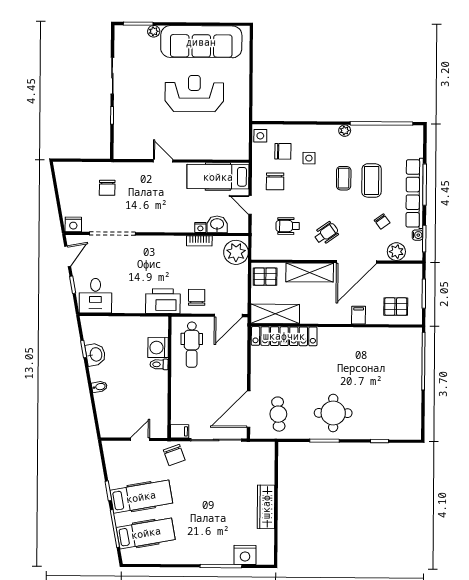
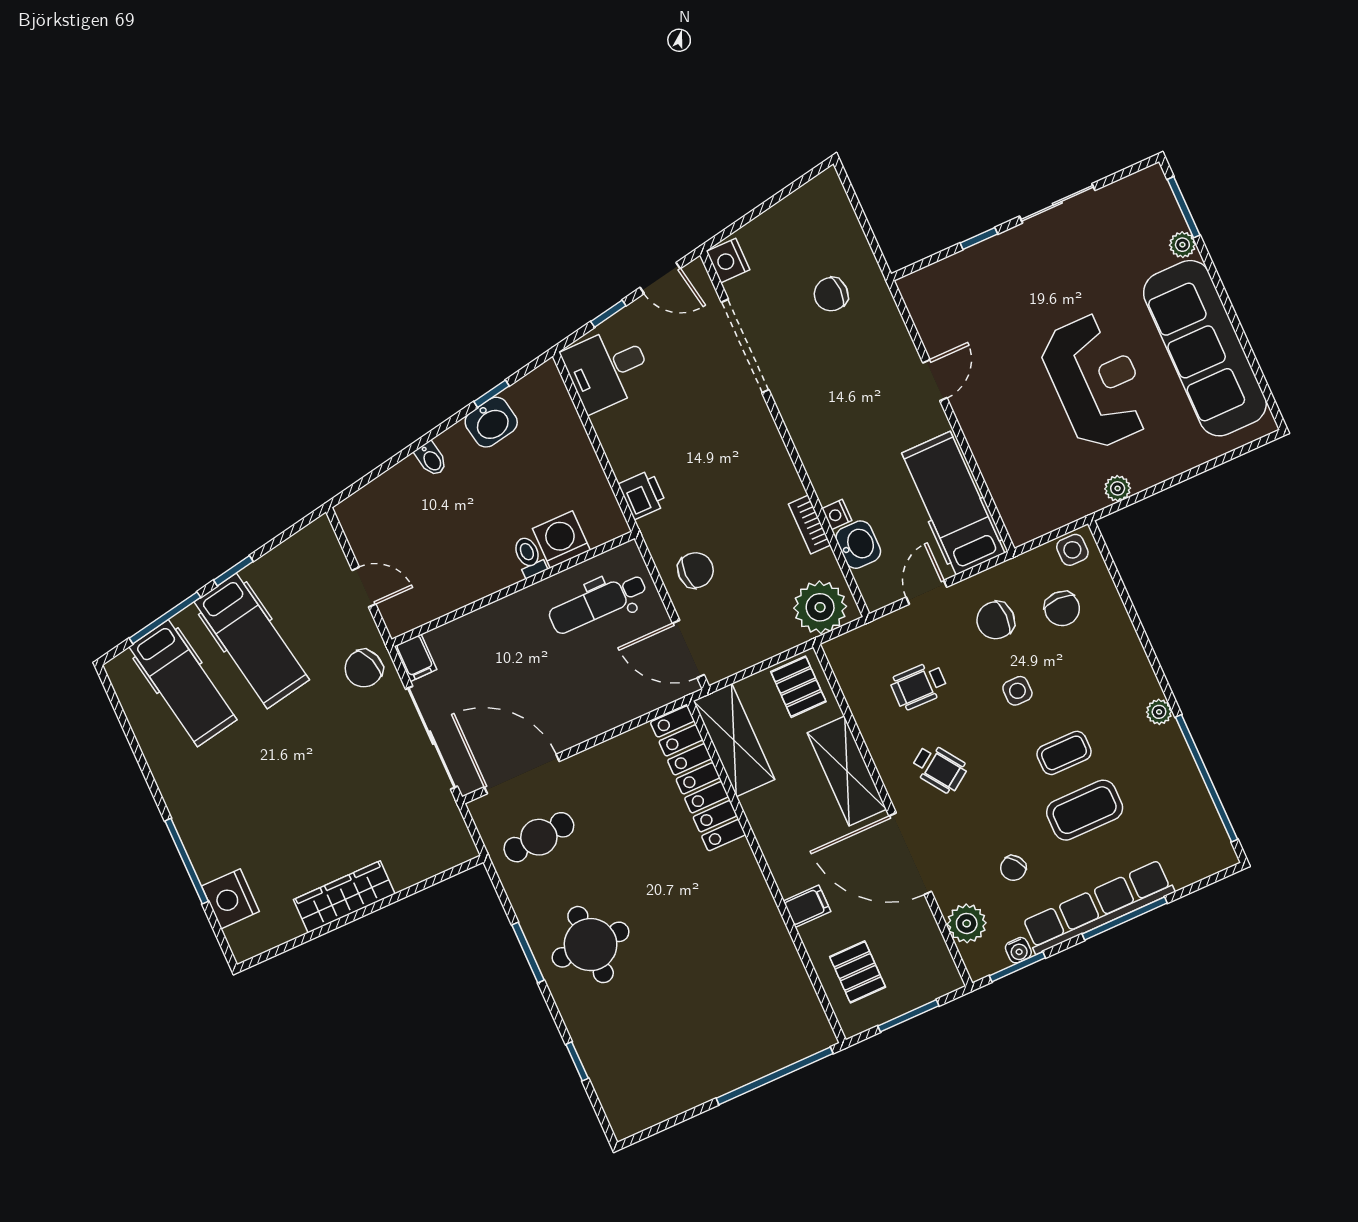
plant: (243, 105) -> (1118, 488), added
side table: (309, 158) -> (1017, 691), moved
wheelchair: (288, 226) -> (919, 686), turned -89
printer: (163, 301) -> (643, 495), width x0.53, depth x0.68

